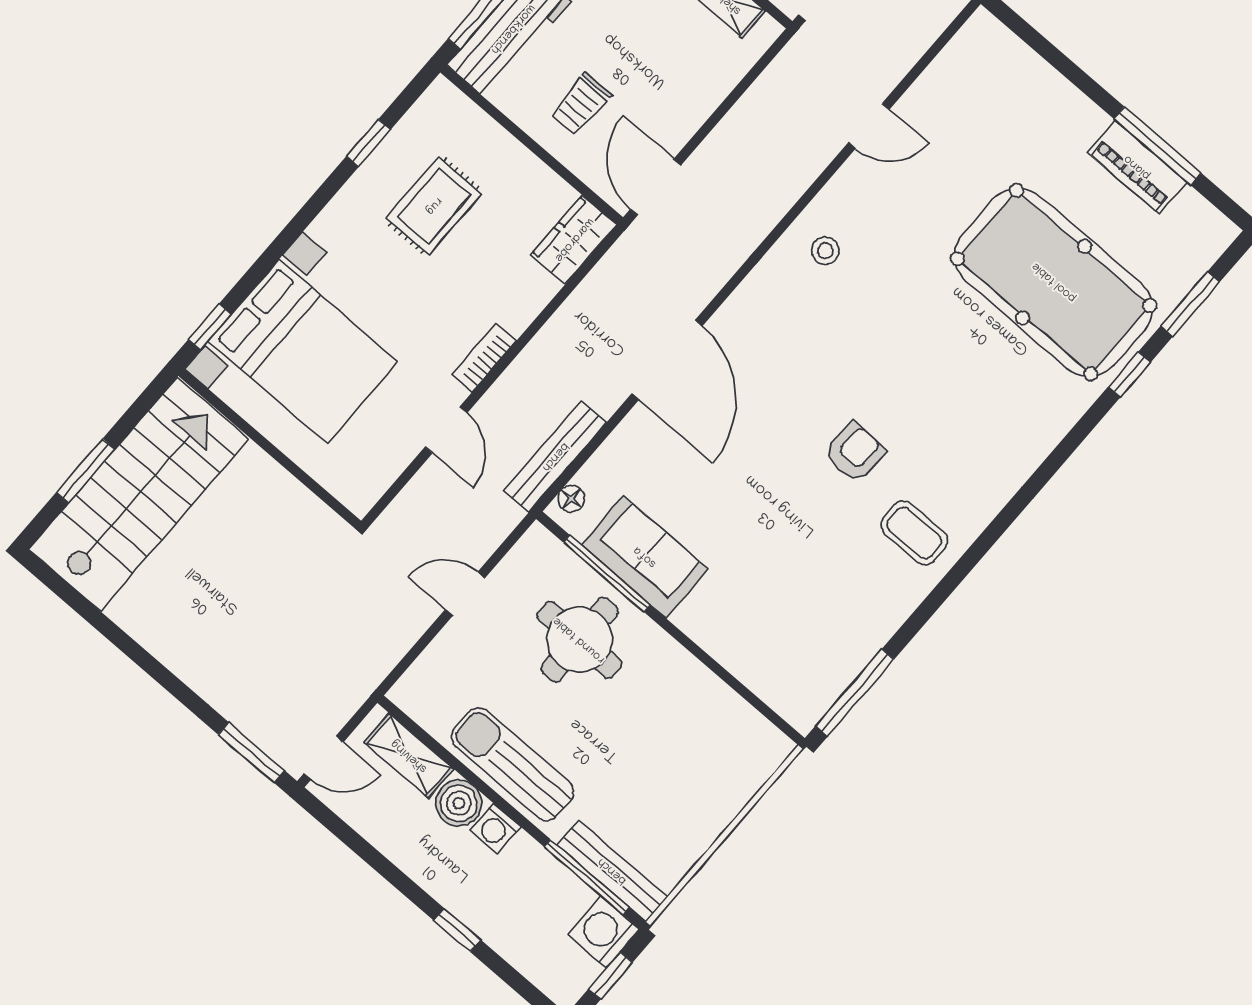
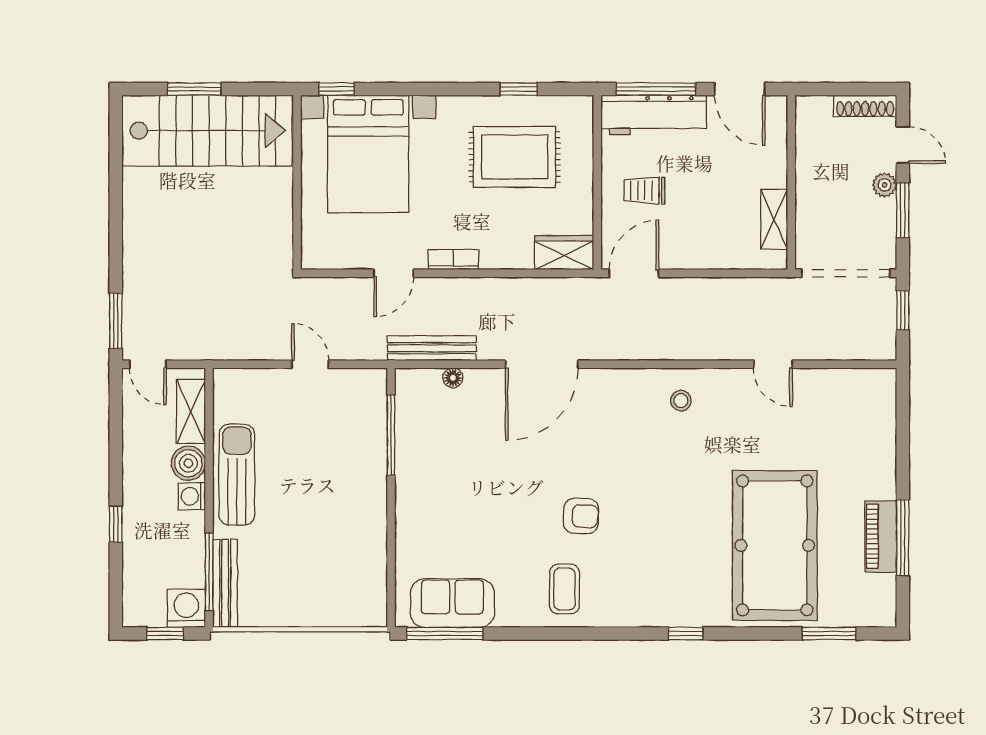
rug: (434, 206) -> (515, 157), width x1.36, depth x1.43
window: (1129, 375) -> (686, 634), moved
floor lamp: (571, 499) -> (453, 378), moved
sofa: (645, 557) -> (452, 603), moved, turned -90
round table: (579, 640) -> (340, 452), removed

